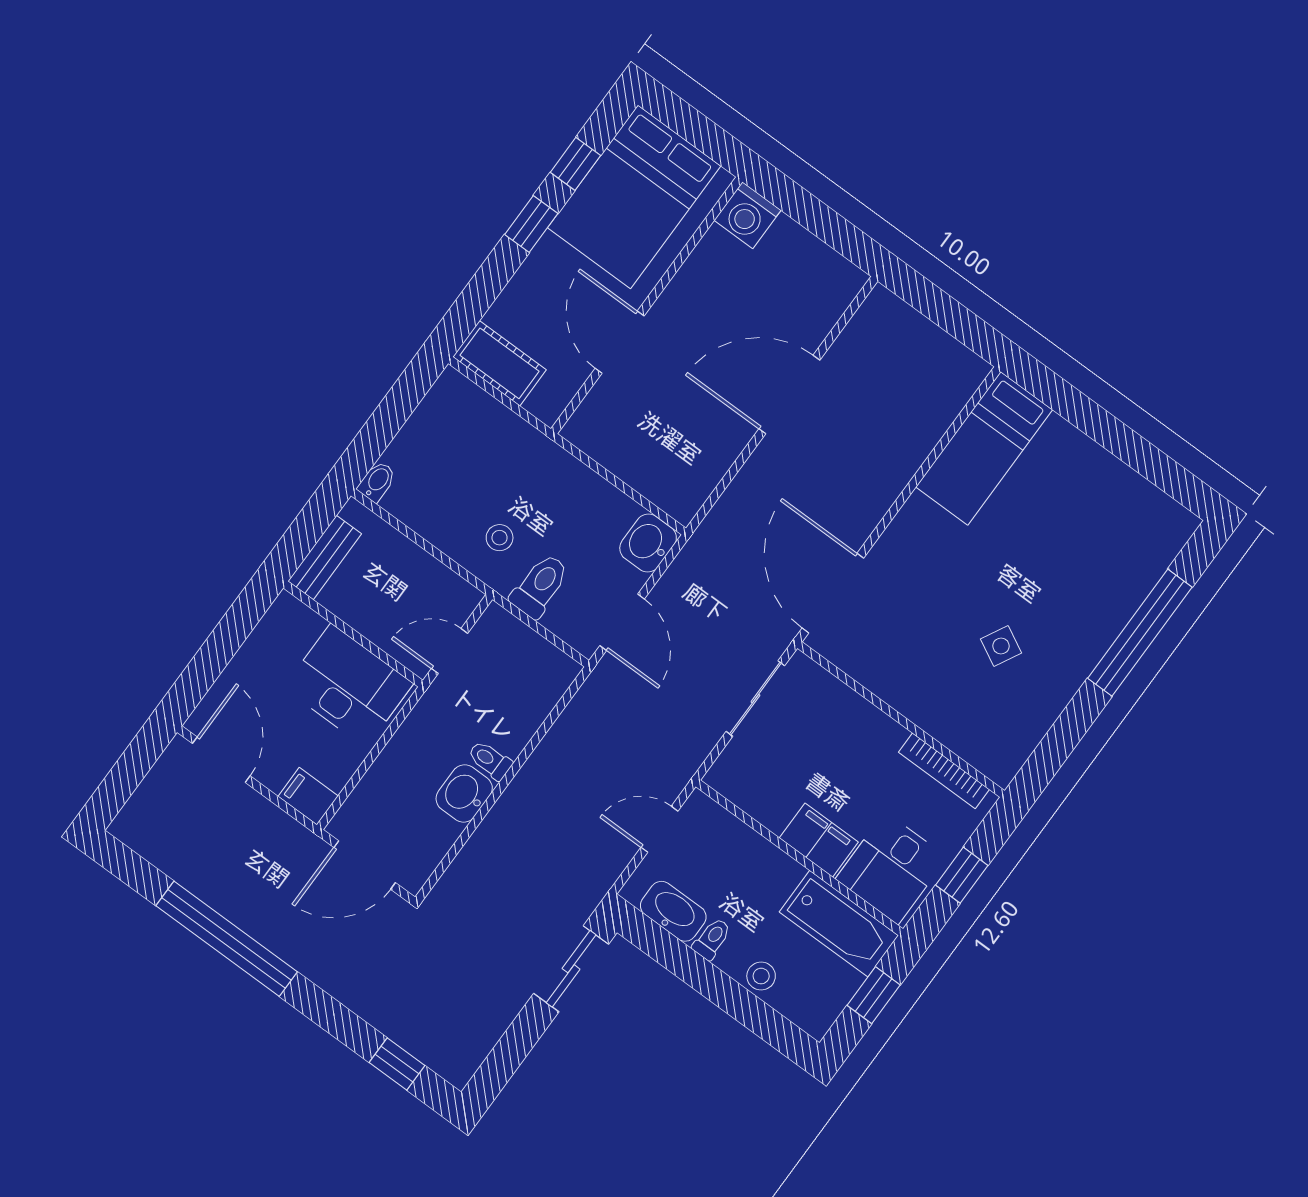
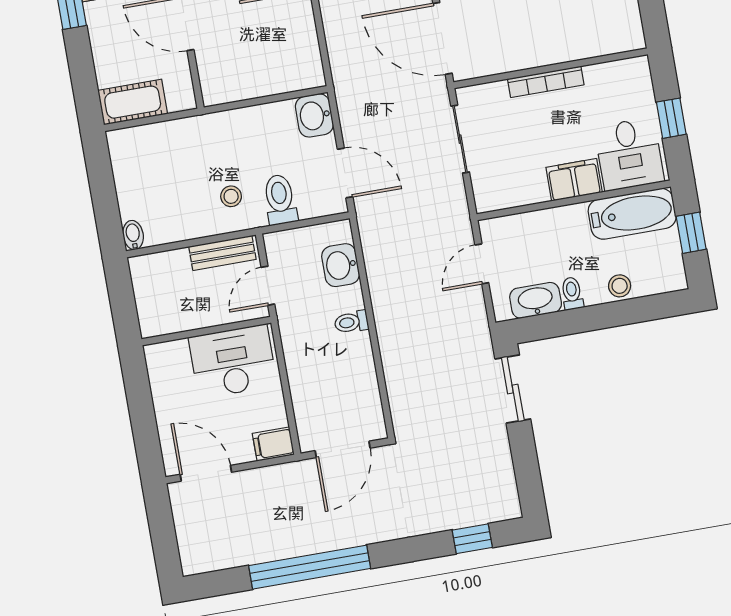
bench: (325, 557) -> (222, 253), moved, turned 90
bookcase: (944, 771) -> (546, 82), moved
washbasin: (464, 794) -> (341, 265), moved

